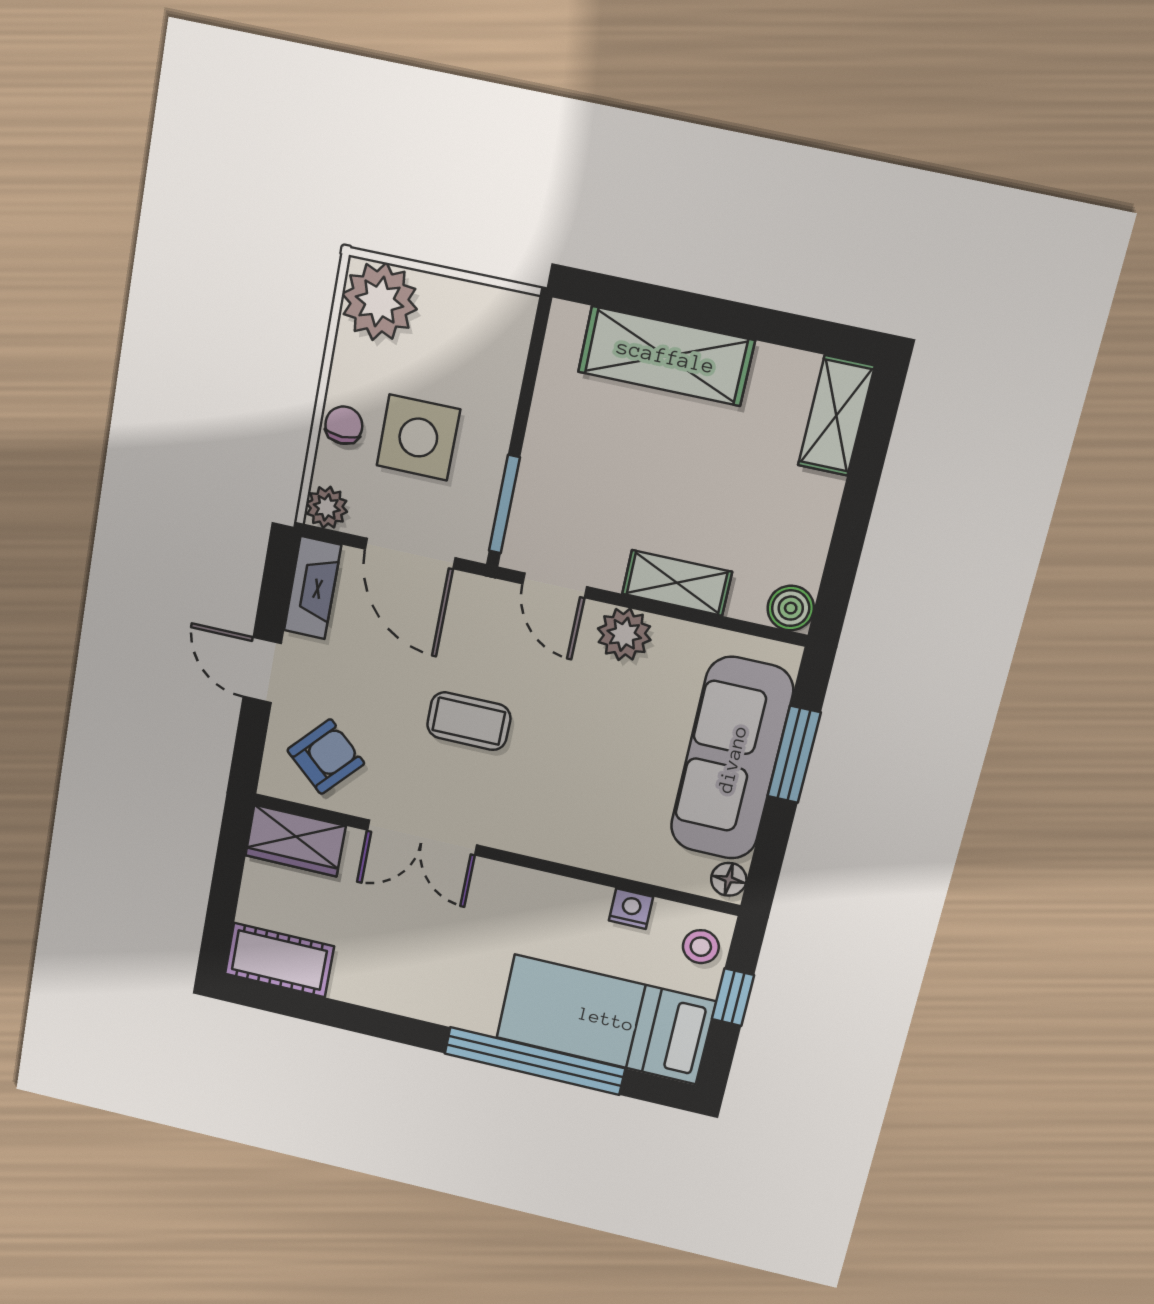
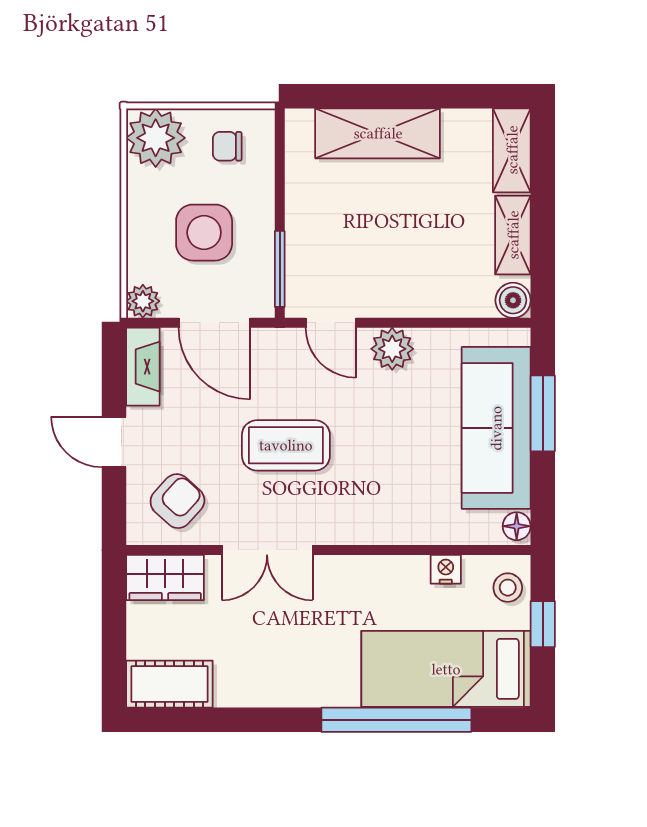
chair: (344, 425) -> (227, 146), moved, turned -90
shelving: (677, 583) -> (513, 235), moved, turned 90
coffee table: (469, 721) -> (286, 445), width x1.36, depth x1.30

